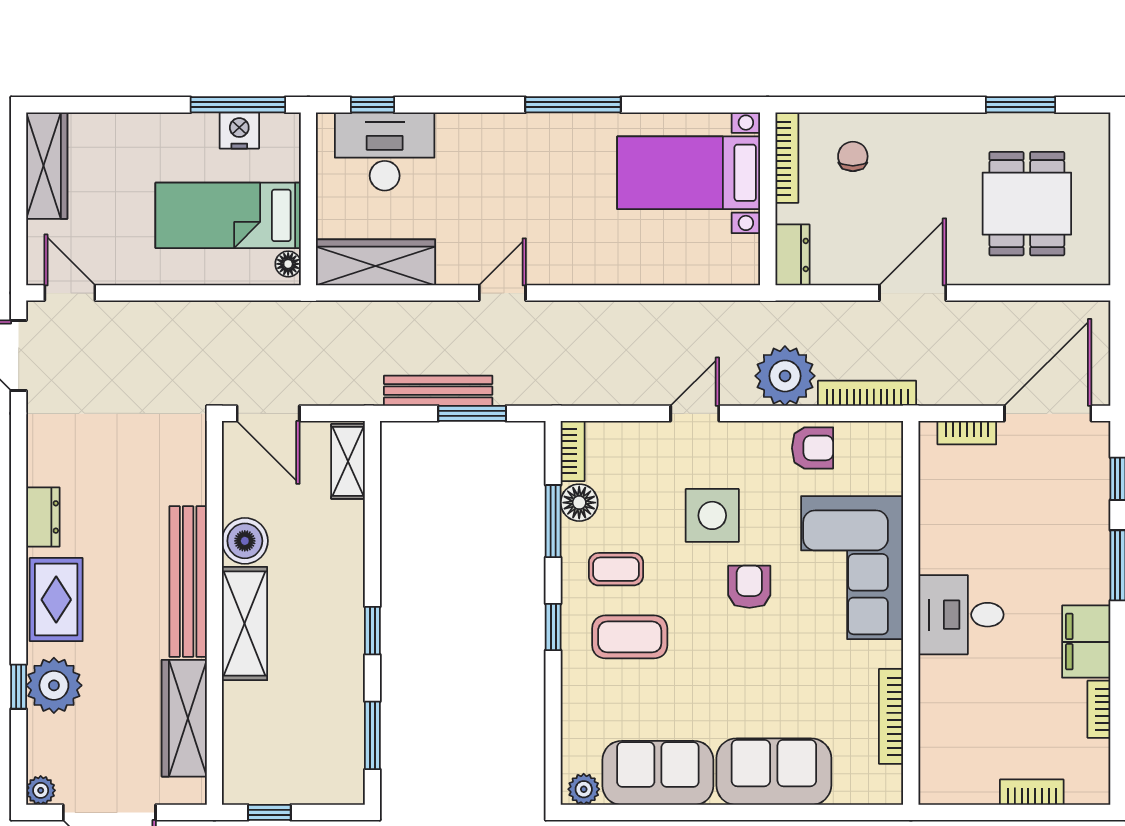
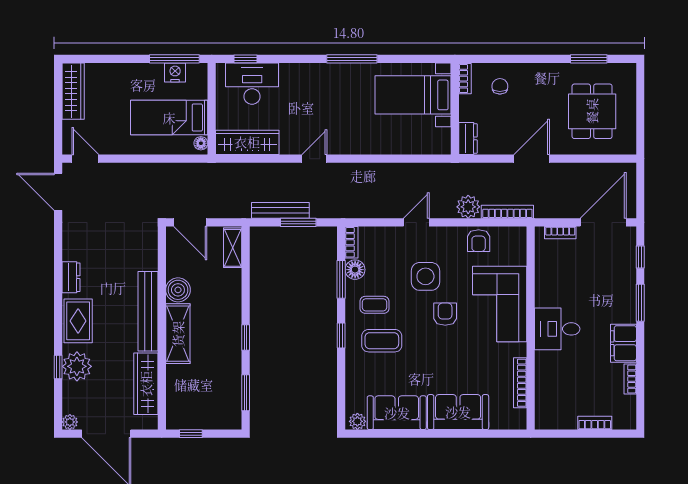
bookcase: (787, 158) -> (465, 79), width x0.64
plant: (785, 376) -> (468, 207), width x0.73, depth x0.73
armchair: (813, 448) -> (479, 241), turned 90

